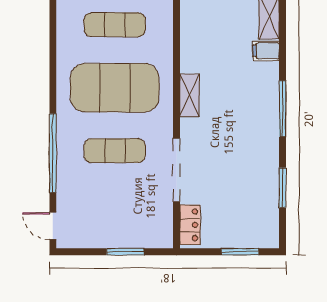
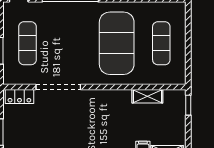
shelving: (189, 95) -> (147, 96), moved
exercise mat: (115, 151) -> (27, 43), moved

